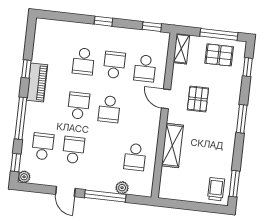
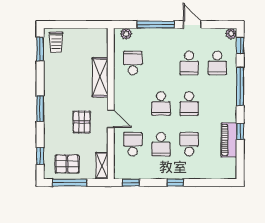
piano: (37, 83) -> (229, 140), moved
school desk: (109, 109) -> (161, 104), turned 180
plant: (122, 188) -> (126, 34), moved

